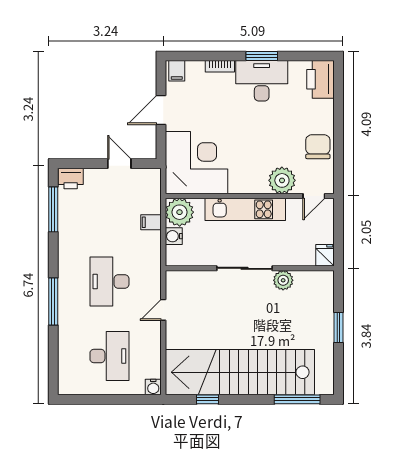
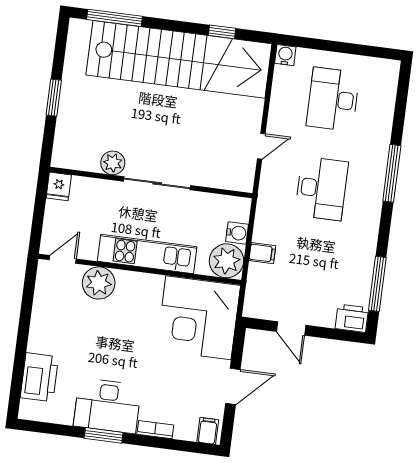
printer: (320, 79) -> (39, 377), moved
chair: (318, 147) -> (50, 318), removed

